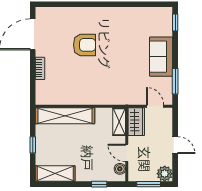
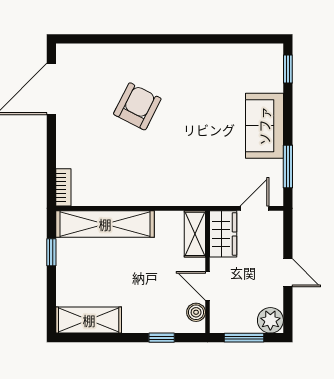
armchair: (84, 45) -> (137, 106), turned -63
bookcase: (40, 68) -> (63, 187), moved
door: (155, 106) -> (255, 208), hinge flipped
window: (33, 145) -> (51, 252), moved

